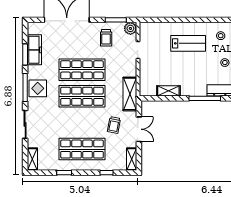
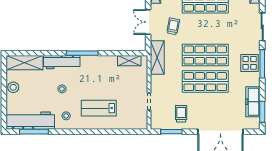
plant: (130, 28) -> (157, 123), removed
window: (25, 54) -> (262, 112), moved
shelving: (168, 91) -> (129, 61), moved

